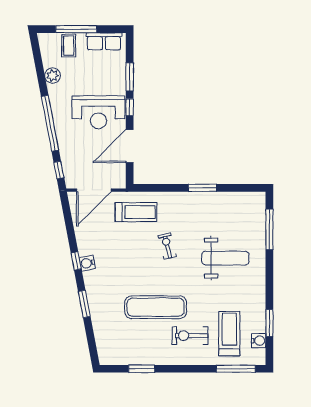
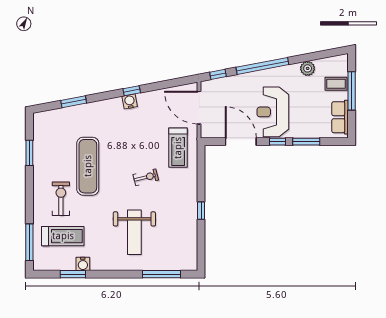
window: (202, 188) -> (201, 211), width x0.67
window: (84, 304) -> (74, 102), moved
water cooler: (259, 341) -> (83, 264), moved

